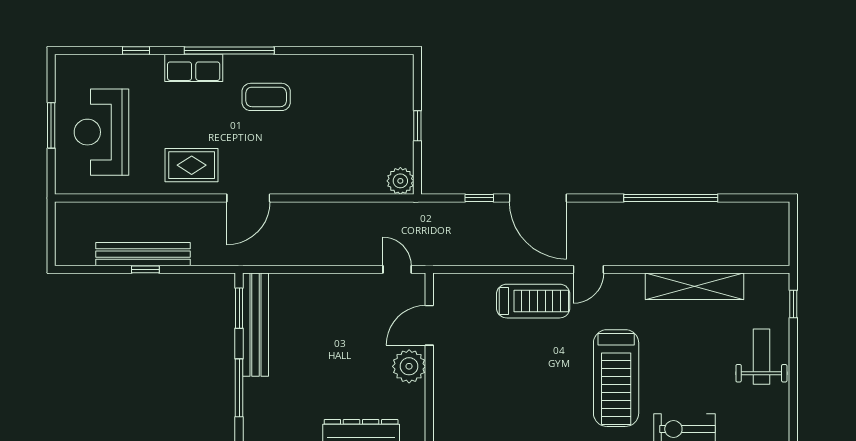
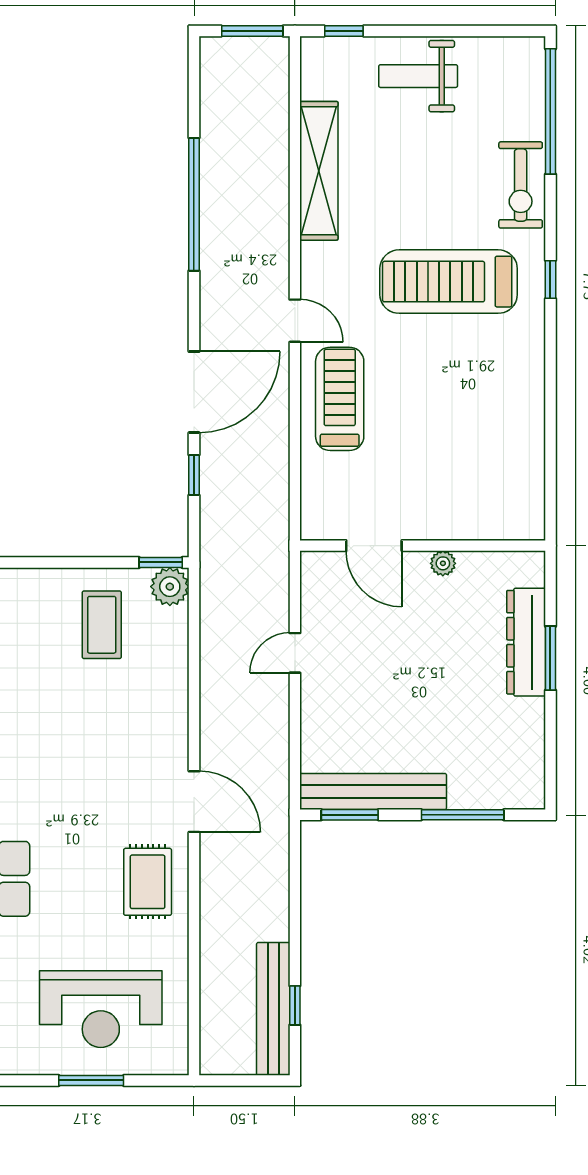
coffee table: (266, 97) -> (102, 625), moved
window: (417, 126) -> (161, 562), moved
window: (793, 239) -> (252, 31), added
bench: (143, 254) -> (273, 1009), moved
window: (145, 269) -> (295, 1005), moved
door: (397, 269) -> (295, 653), moved
plant: (409, 366) -> (443, 563), width x0.53, depth x0.53
treadmill: (616, 378) -> (449, 282), turned 180

